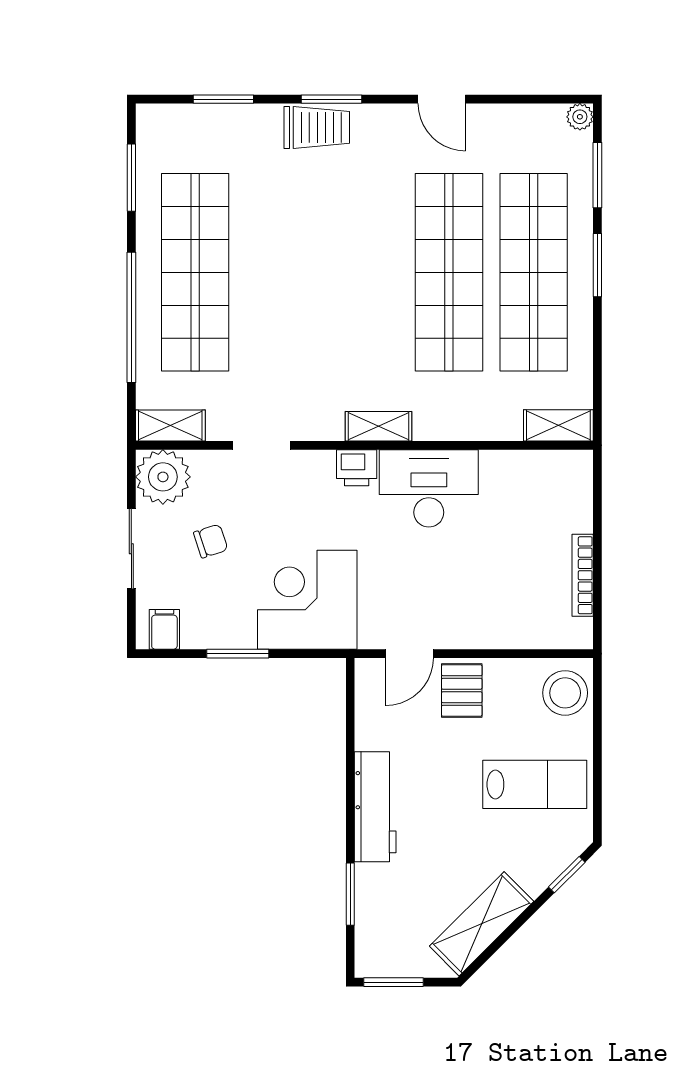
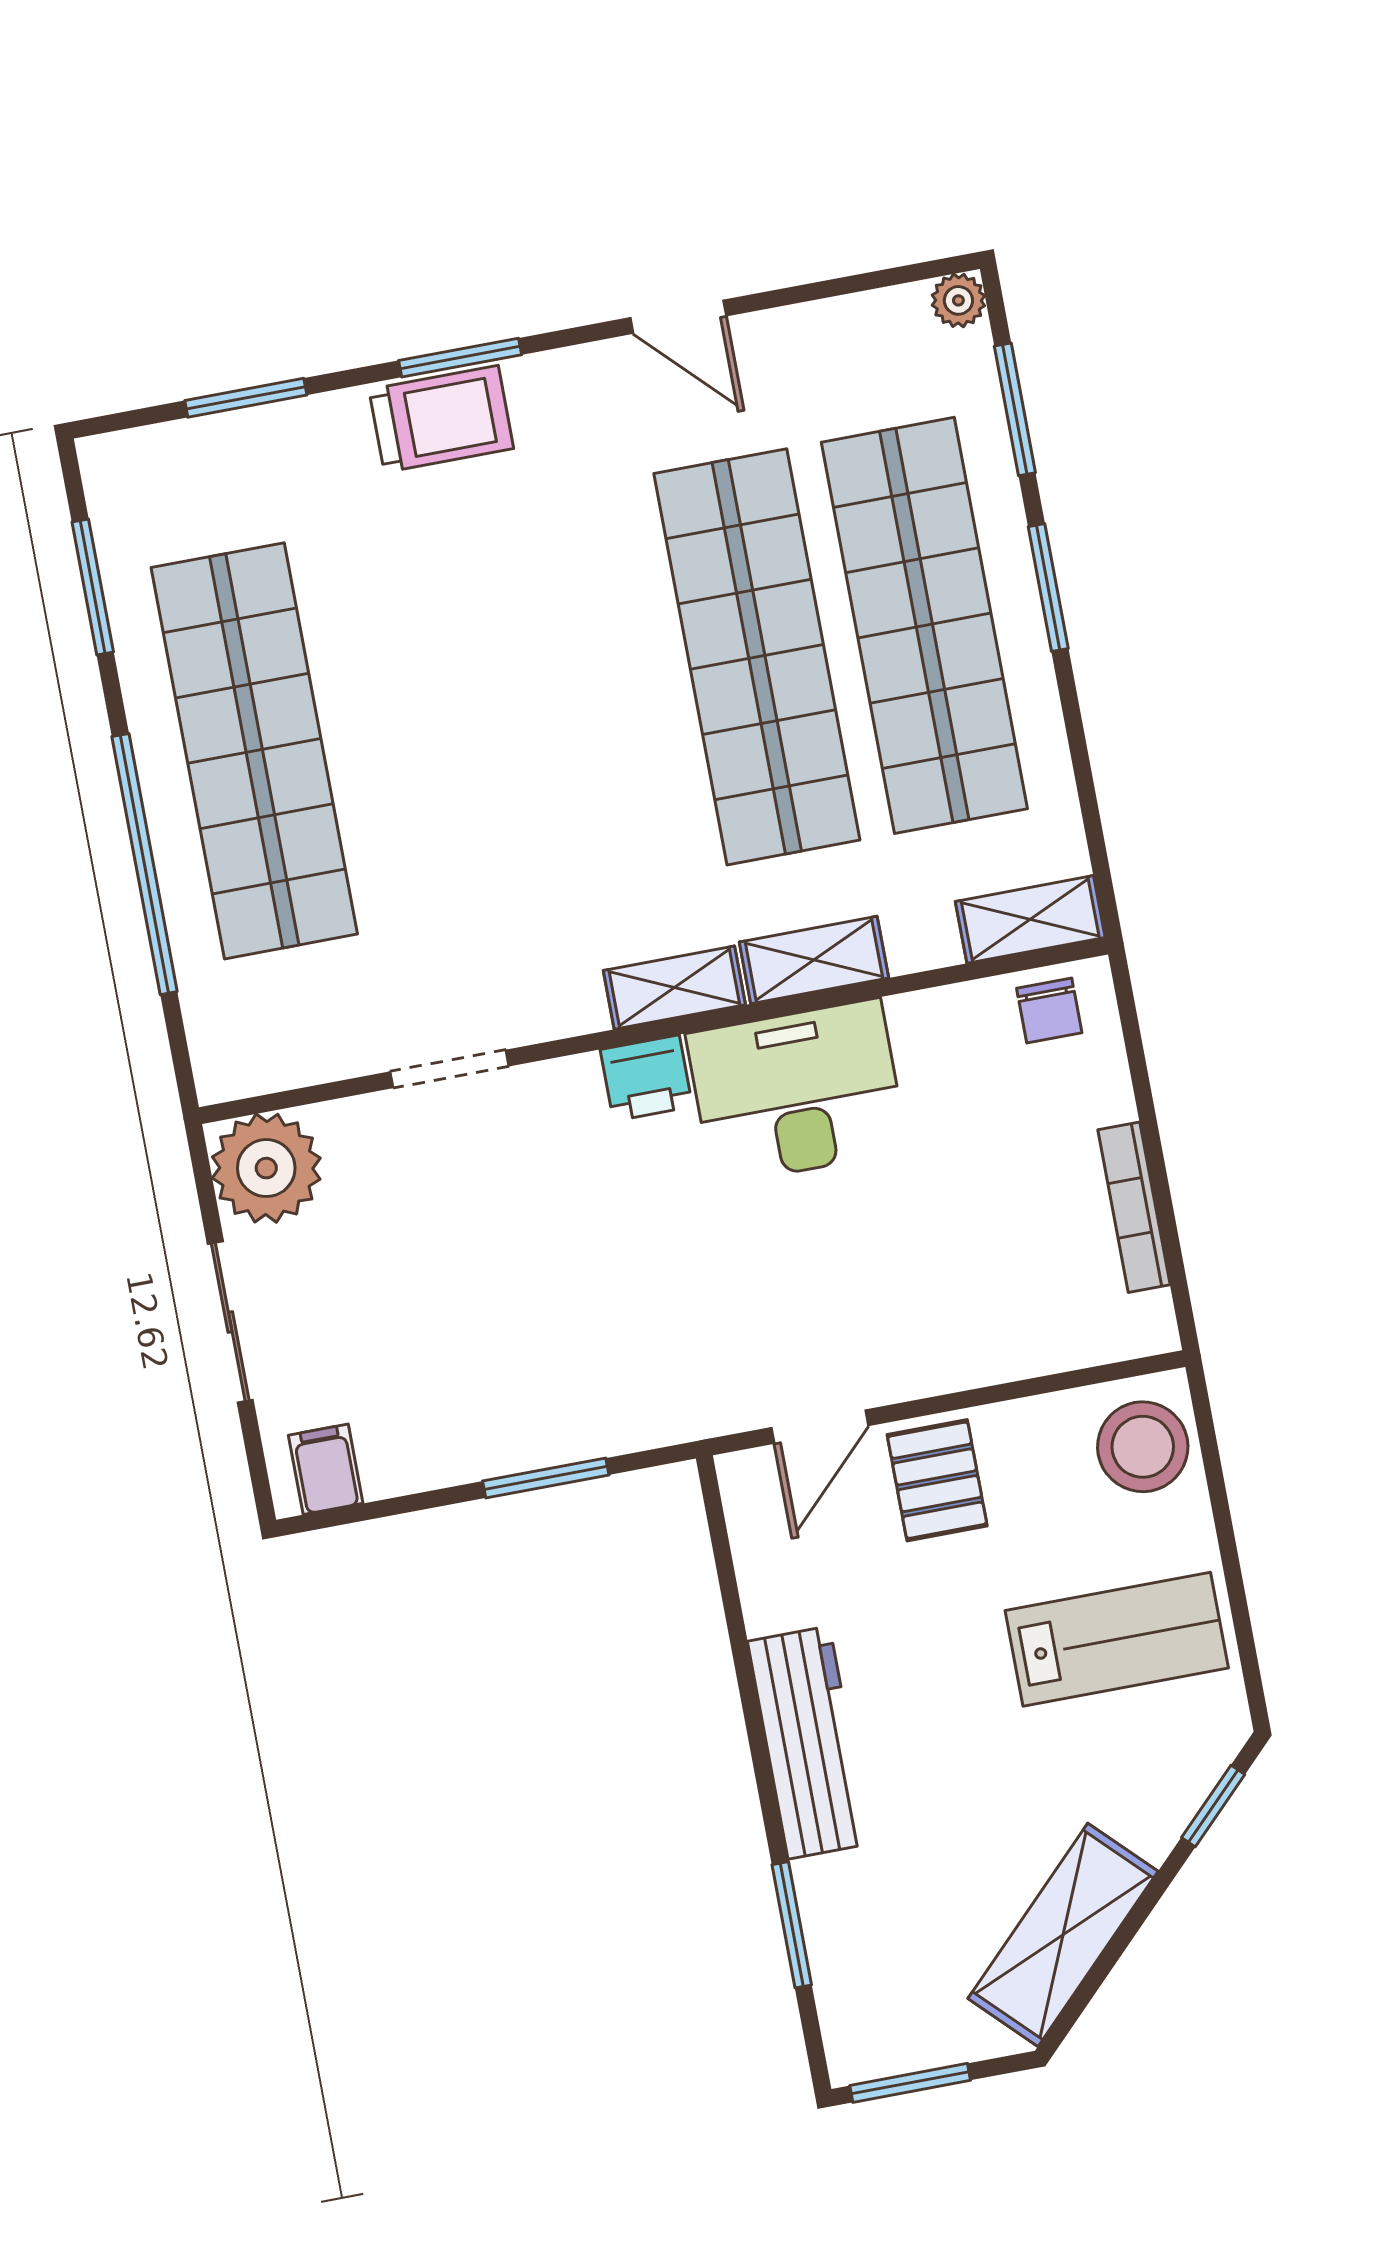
shelving: (170, 425) -> (814, 960), moved
chair: (211, 541) -> (1049, 1010), moved, turned 108
corner desk: (307, 600) -> (598, 1358), removed
window: (238, 654) -> (546, 1478), moved

